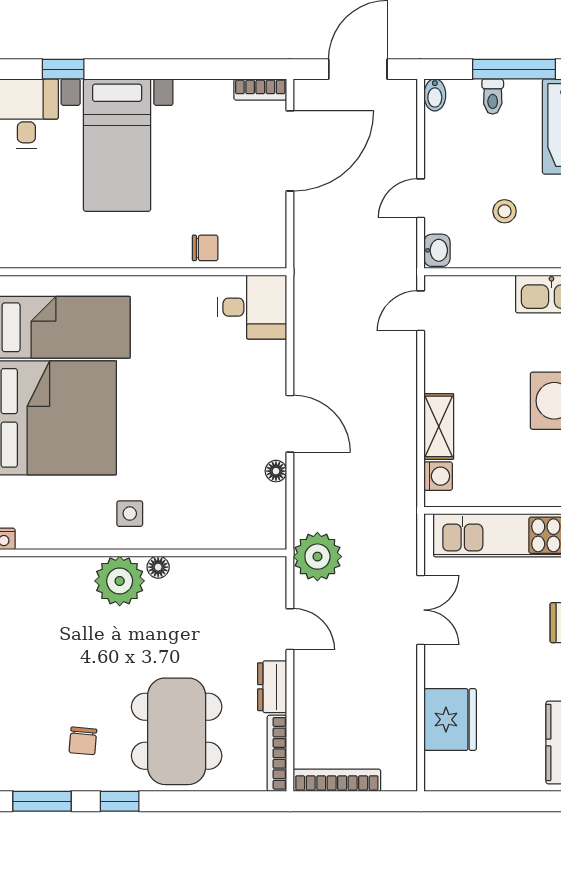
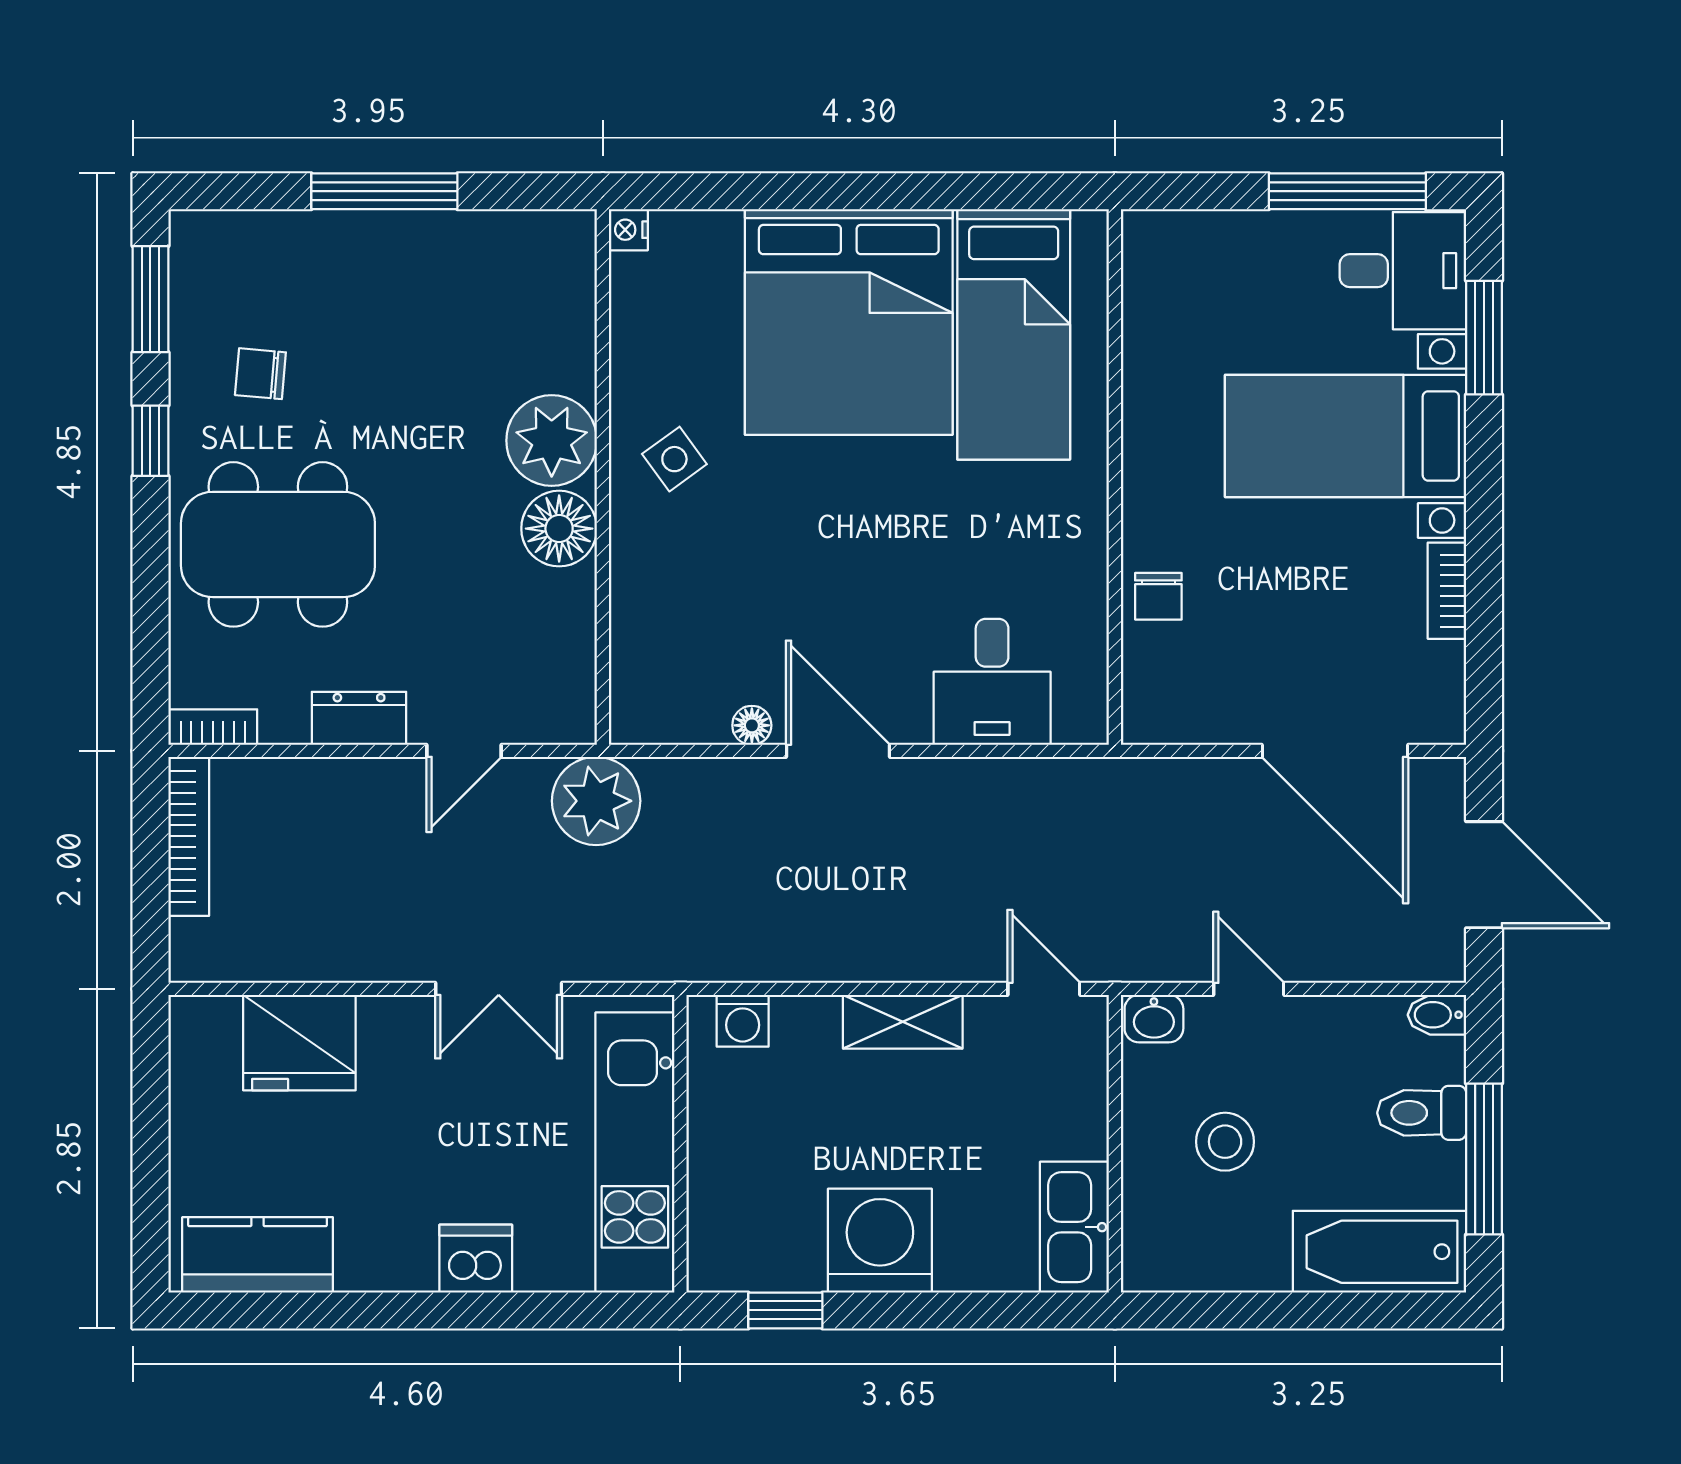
window: (63, 69) -> (1484, 338), width x1.50
bookcase: (260, 89) -> (1447, 591), moved
toilet: (493, 97) -> (1422, 1113), width x1.37, depth x1.39
stool: (505, 211) -> (1225, 1142), width x1.37, depth x1.37
desk: (252, 307) -> (992, 682), moved
door: (290, 424) -> (838, 751), swing flipped
shelving: (439, 426) -> (903, 1022), moved
side table: (130, 514) -> (674, 459), turned -36
floor lamp: (158, 567) -> (559, 529), width x1.89, depth x1.89
bookcase: (277, 753) -> (213, 727), width x0.64

